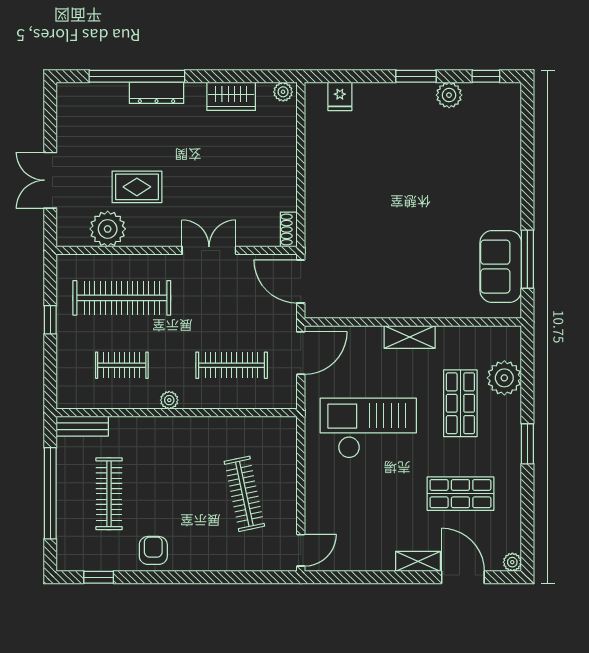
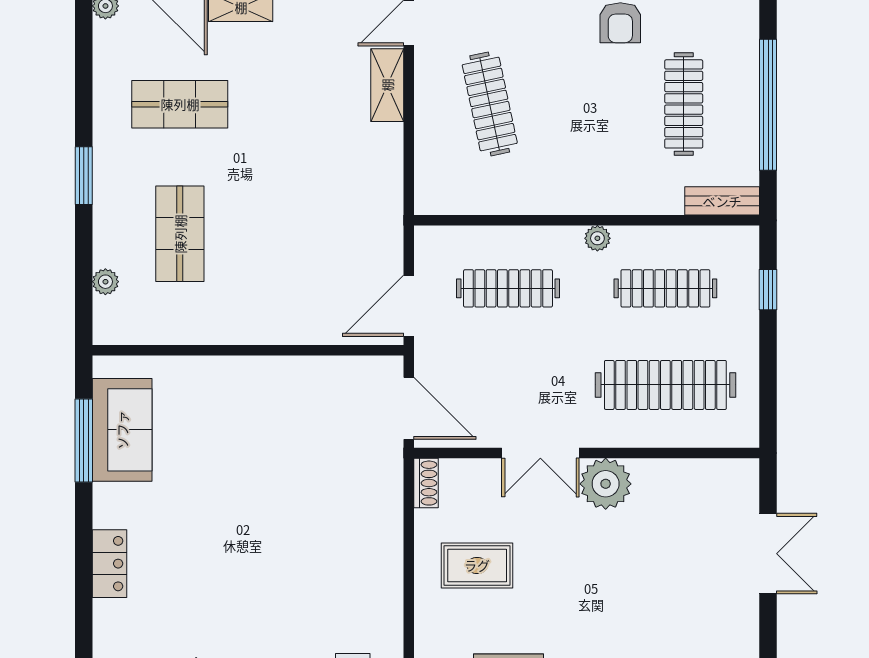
locker: (509, 173) -> (110, 564), added
rug: (137, 187) -> (477, 565), moved
plant: (108, 229) -> (606, 484), moved
window: (50, 320) -> (768, 290), moved
shelving: (410, 337) -> (387, 85), moved, turned 90
clothes rail: (122, 365) -> (665, 288), width x1.36
plant: (504, 378) -> (105, 282), width x0.53, depth x0.53
checkout: (368, 428) -> (312, 198), removed

